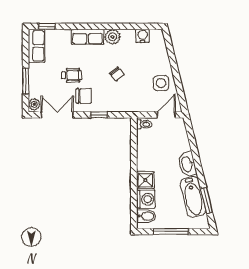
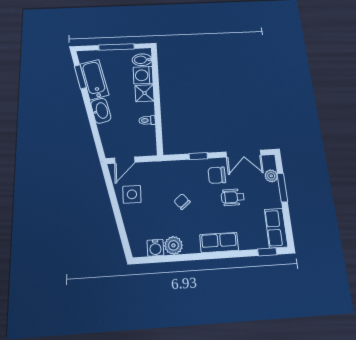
plant: (113, 37) -> (173, 245), moved
plant: (34, 104) -> (271, 176), moved
toilet: (144, 124) -> (147, 120), moved

